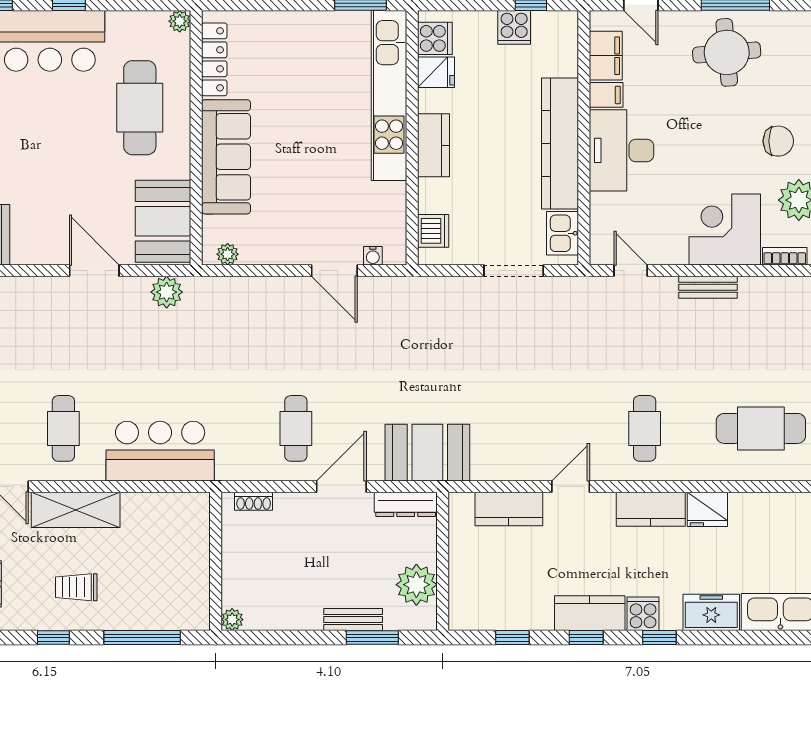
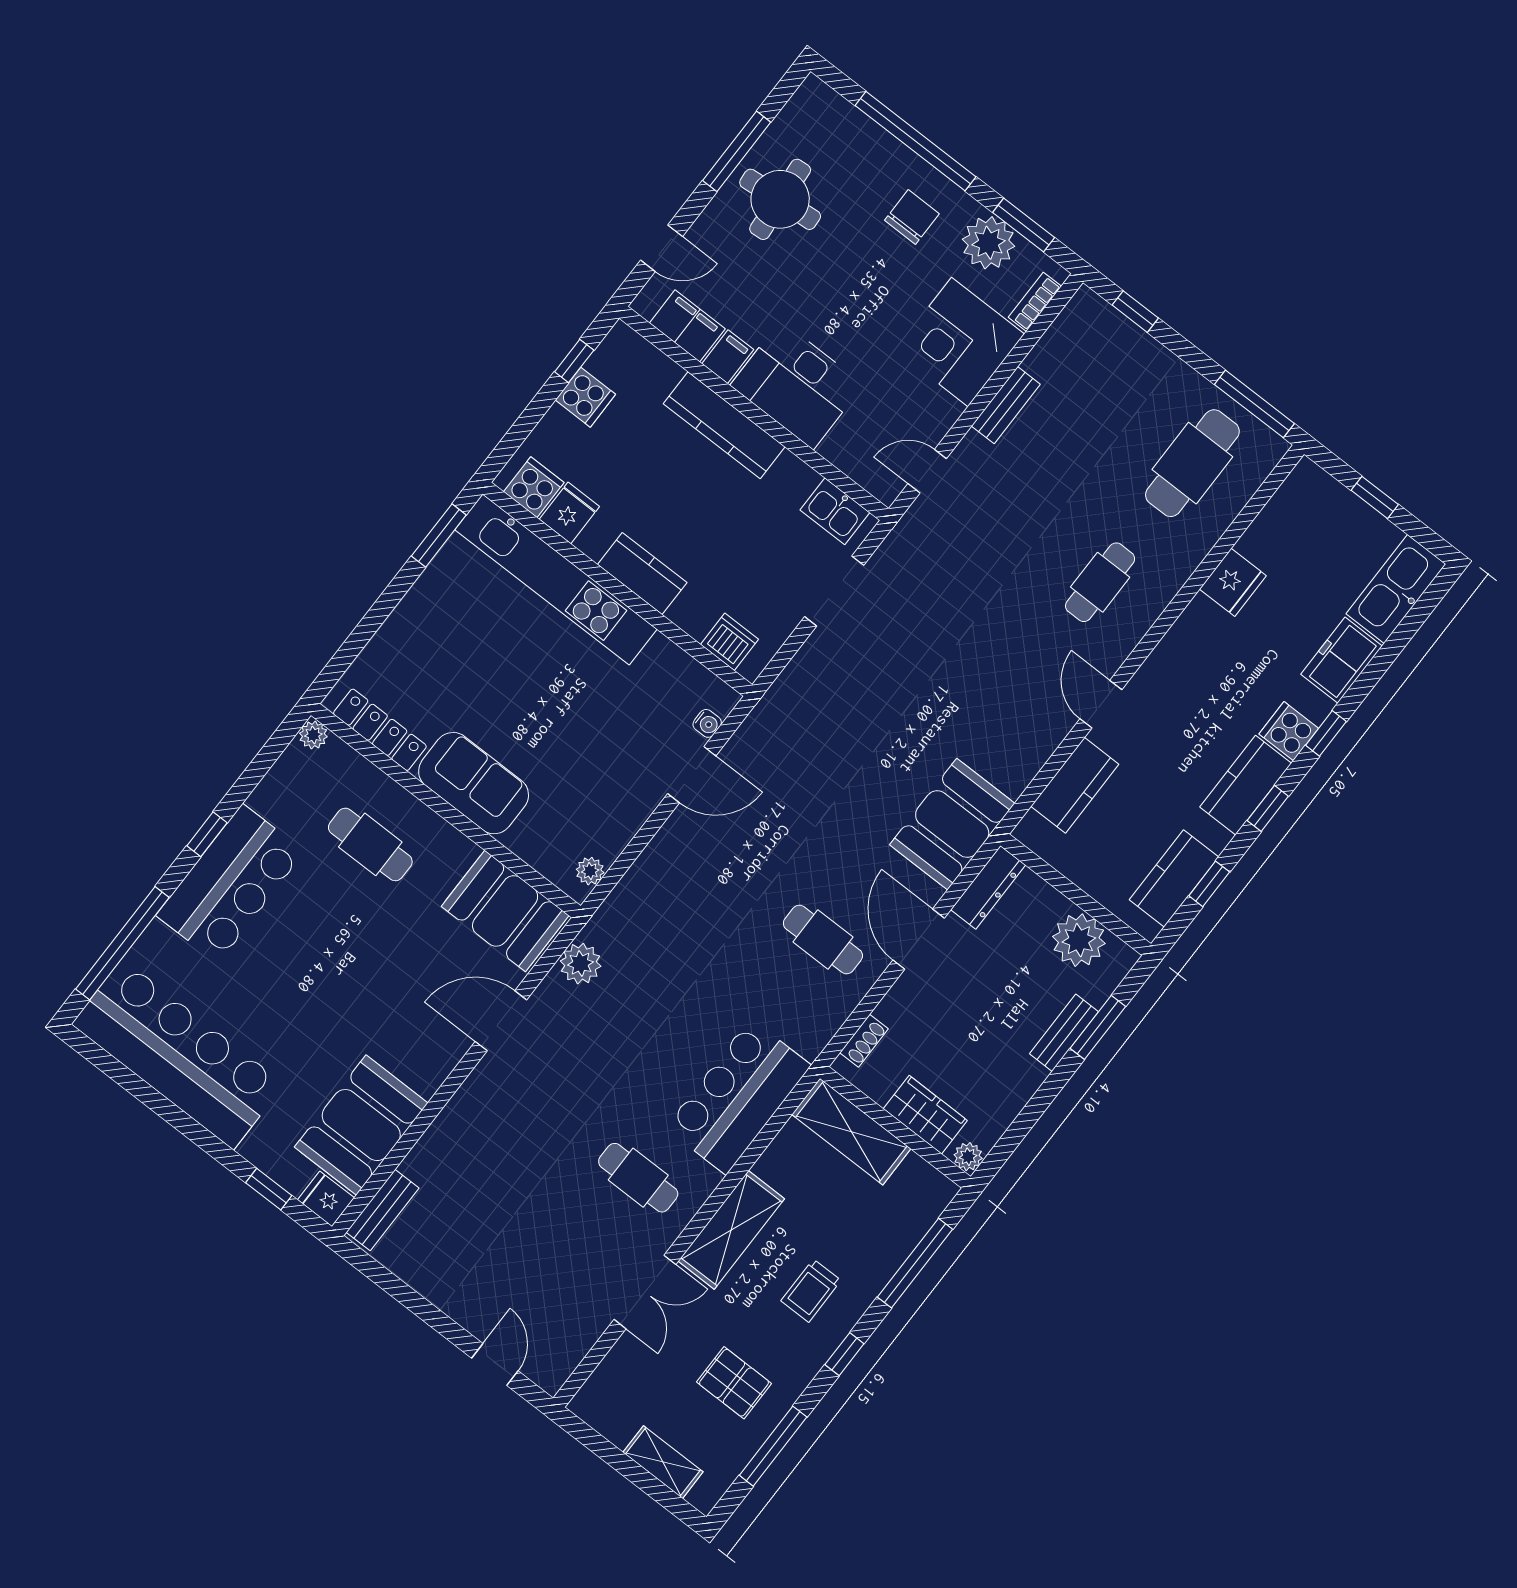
cafe table: (140, 108) -> (370, 844), width x0.73, depth x0.74
kitchen counter: (560, 144) -> (724, 425), width x0.72, depth x0.86
sofa: (226, 157) -> (474, 783), width x0.73
cafe table: (645, 428) -> (1100, 582), turned 90
kitchen counter: (651, 509) -> (1174, 878), moved, turned 180
shelving: (192, 537) -> (851, 1132), added
wardrobe: (238, 574) -> (925, 1115), added

